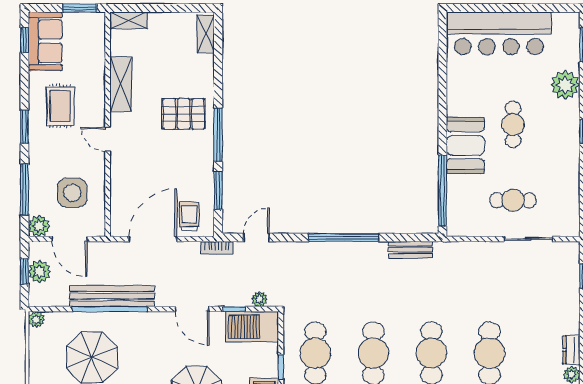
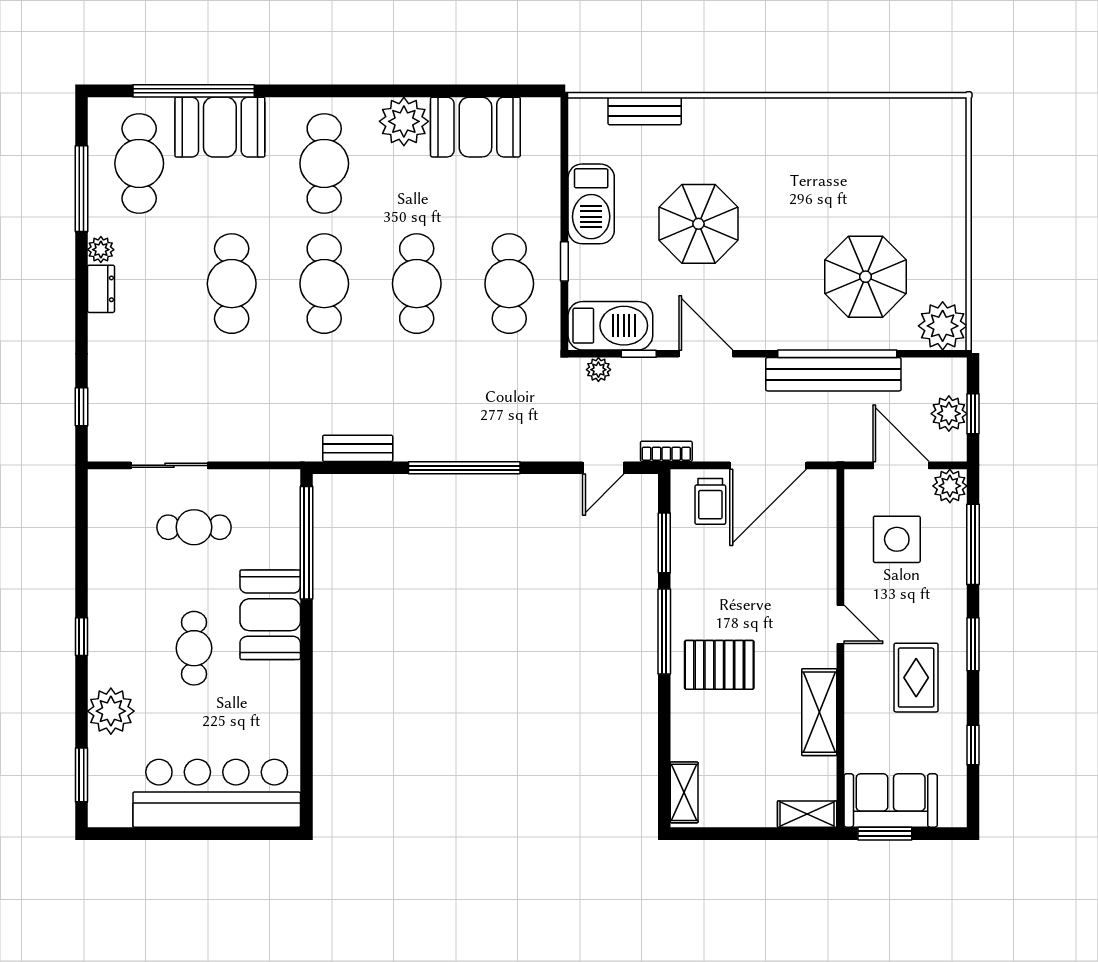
window: (24, 40) -> (973, 745), moved
sofa: (45, 41) -> (891, 800), moved, turned 90
plant: (36, 320) -> (943, 326), width x1.88, depth x1.88

